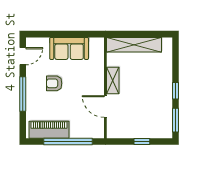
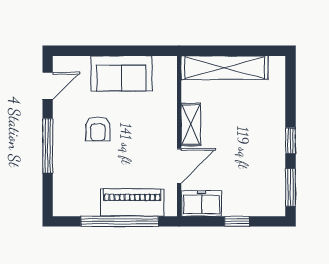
armchair: (54, 83) -> (98, 129), turned -90
door: (105, 107) -> (179, 166), swing flipped
piano: (49, 130) -> (132, 203), moved
freezer: (120, 130) -> (202, 203), added

